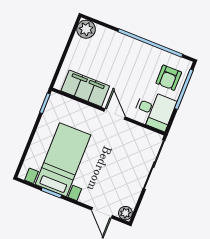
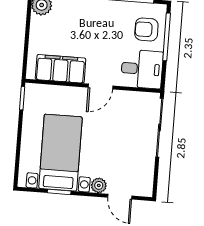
armchair: (169, 78) -> (146, 29), turned 90
door: (115, 114) -> (100, 87), swing flipped
plant: (125, 213) -> (99, 185), moved

